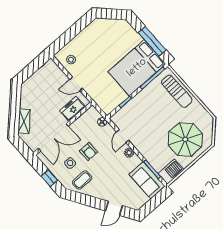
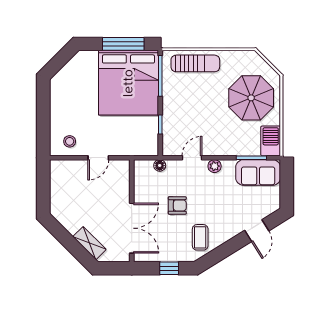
bed: (137, 68) -> (128, 83), width x1.36
freezer: (73, 109) -> (120, 183), removed
door: (123, 136) -> (192, 158), swing flipped
side table: (70, 163) -> (172, 234), removed

